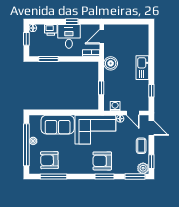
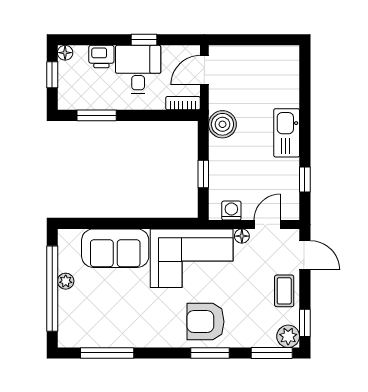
door: (133, 113) -> (267, 224), swing flipped
armchair: (49, 160) -> (99, 320), removed

